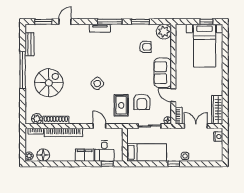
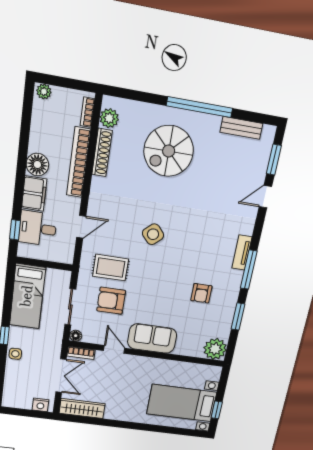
door: (65, 22) -> (265, 197), swing flipped
armchair: (145, 47) -> (201, 293), moved
spiral stairs: (49, 83) -> (169, 151), turned 90
door: (173, 95) -> (114, 349), hinge flipped
floor lamp: (43, 155) -> (37, 165), moved

